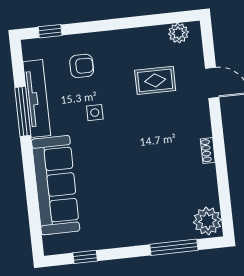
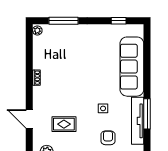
armchair: (82, 66) -> (108, 138), turned 90
plant: (207, 221) -> (37, 30), width x0.53, depth x0.53

